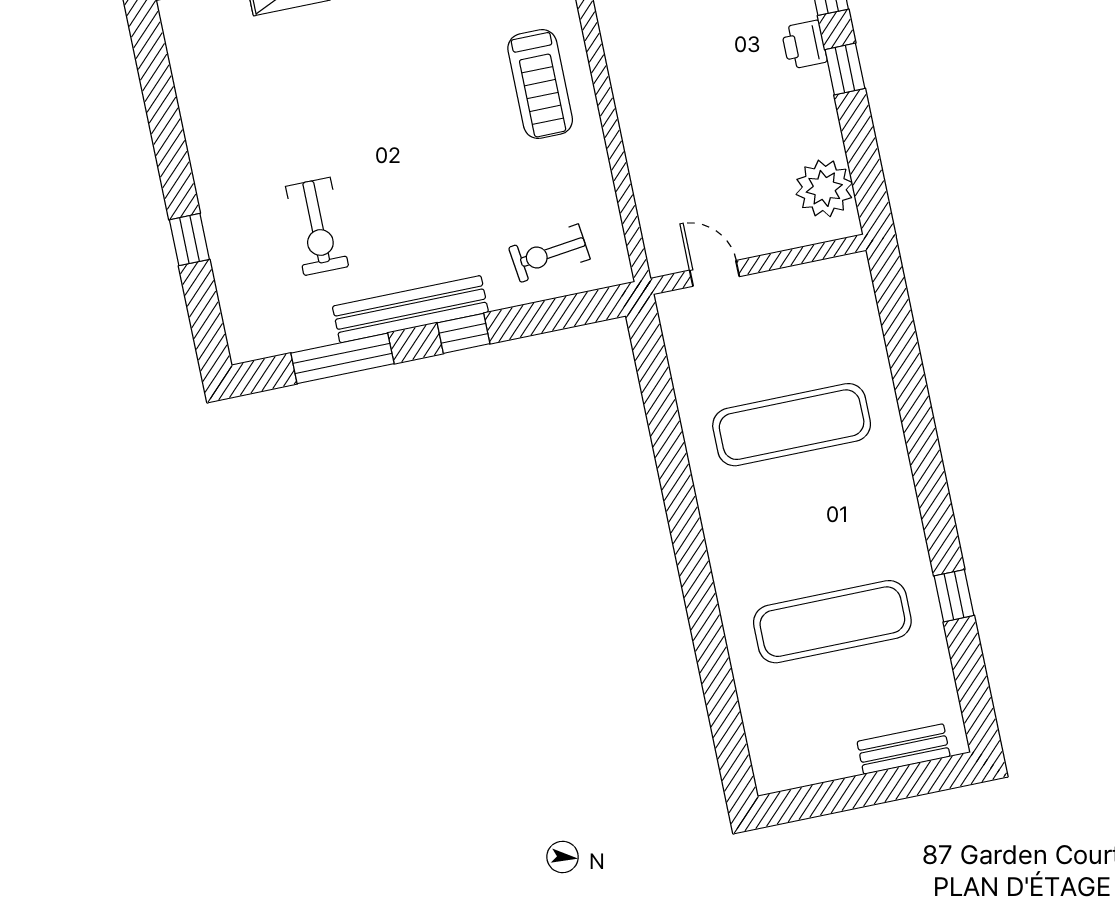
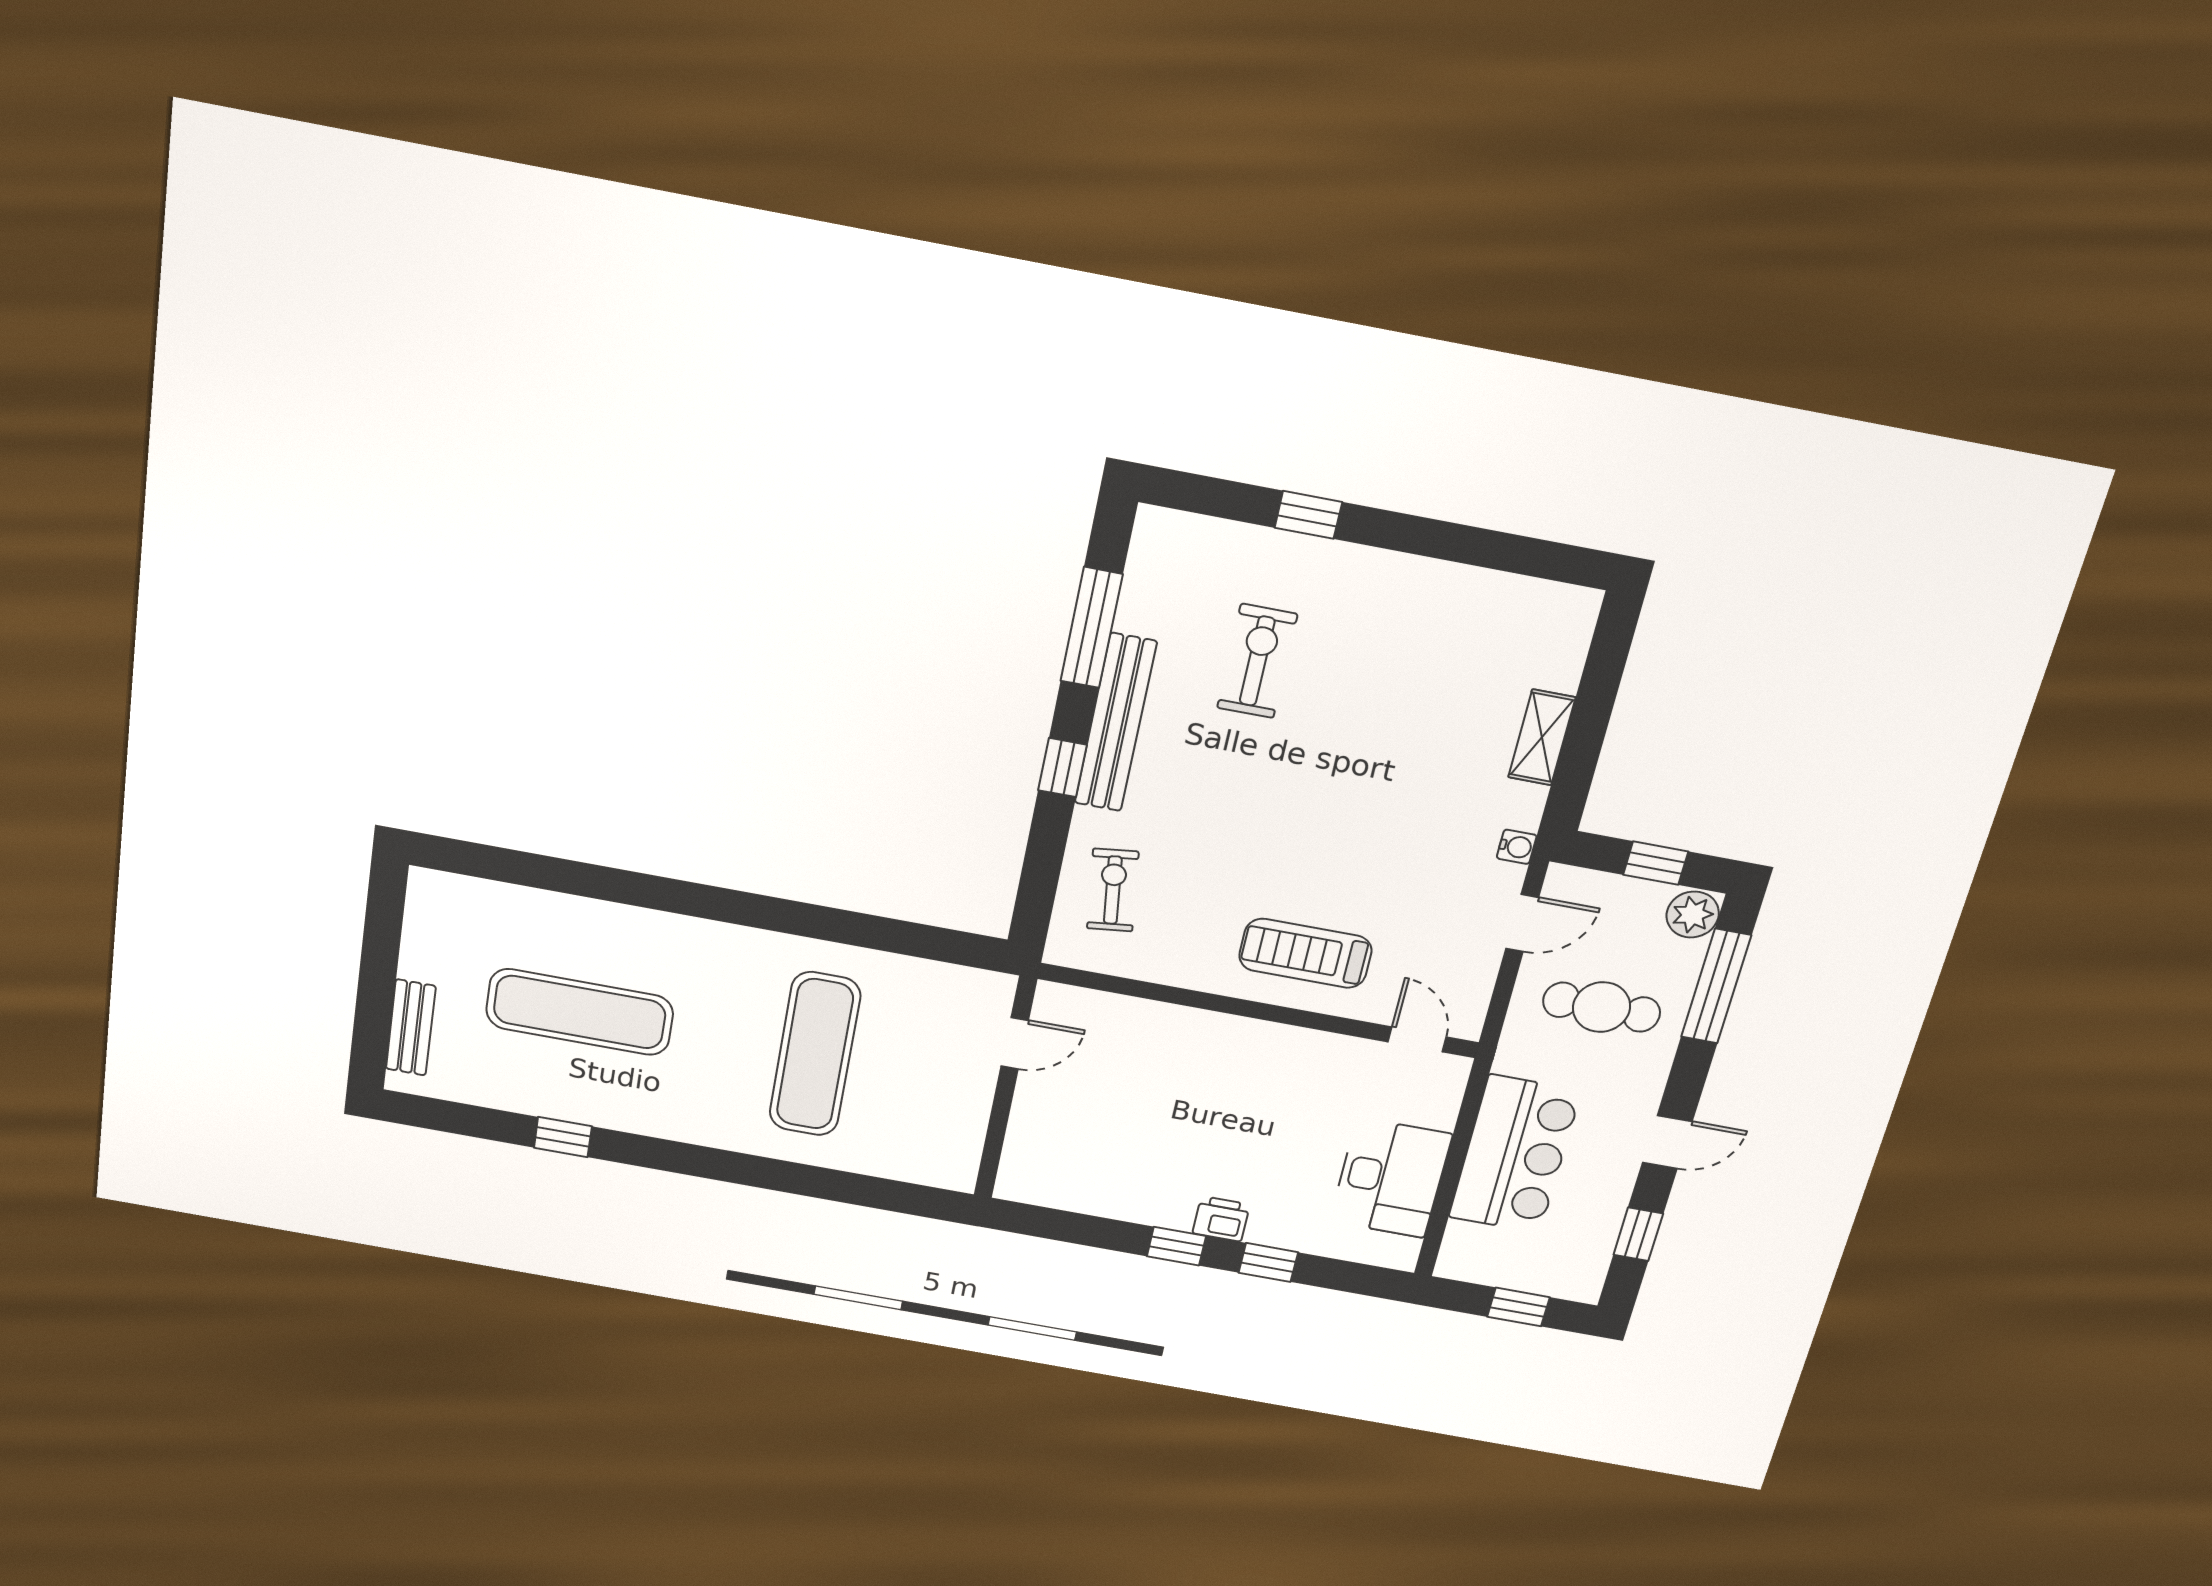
plant: (824, 188) -> (1058, 1180), removed
exercise bike: (317, 226) -> (1257, 661), turned 90
exercise mat: (832, 622) -> (580, 1012), turned 90

